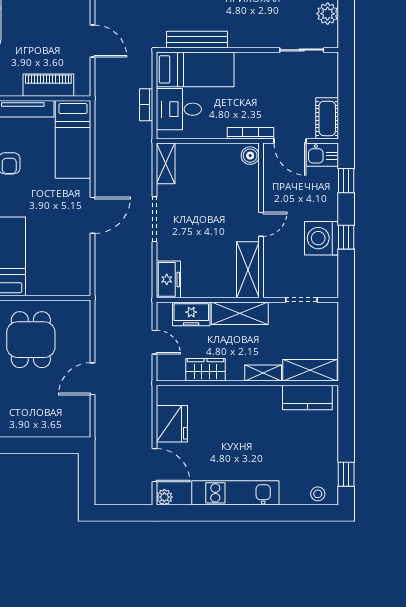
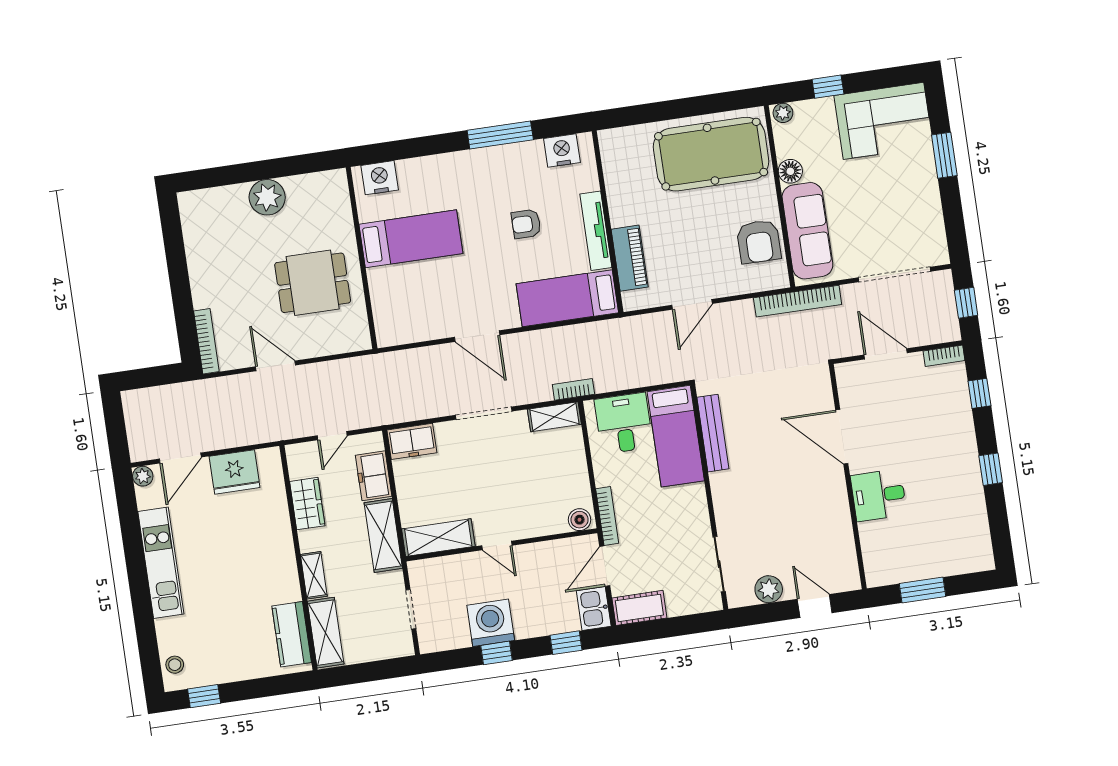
bookcase: (146, 105) -> (573, 389), moved
bookcase: (65, 431) -> (206, 341), added

